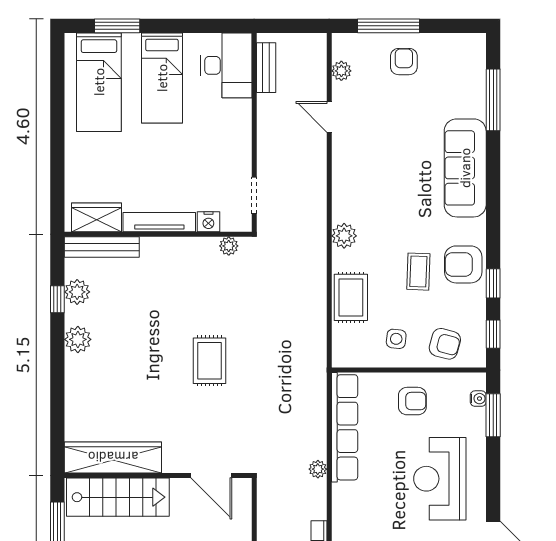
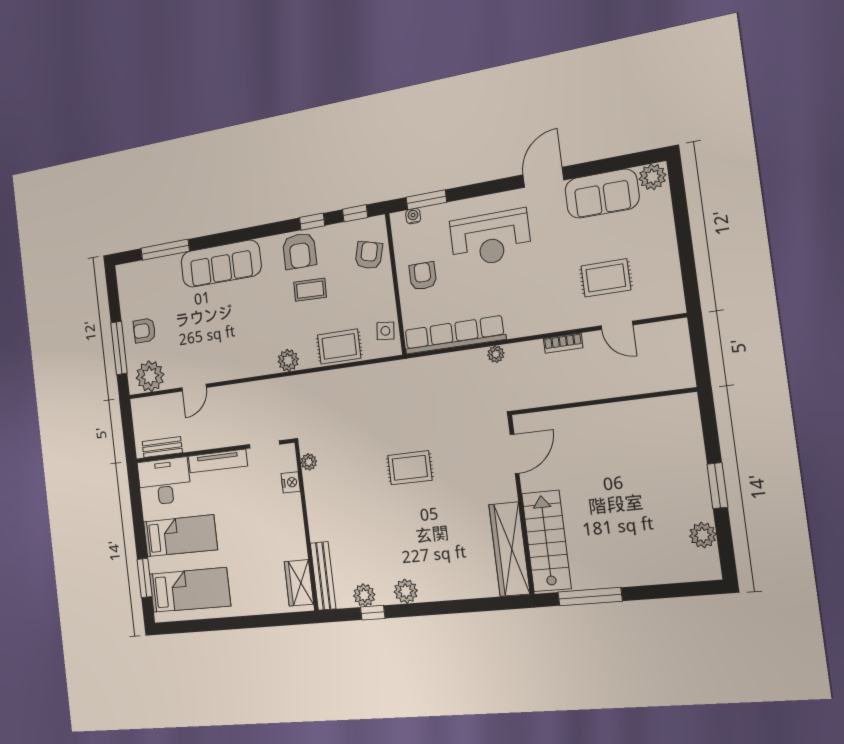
plant: (341, 71) -> (150, 376), width x1.88, depth x1.88
tv unit: (159, 222) -> (218, 461), moved, turned -90
side table: (396, 339) -> (385, 331), moved

